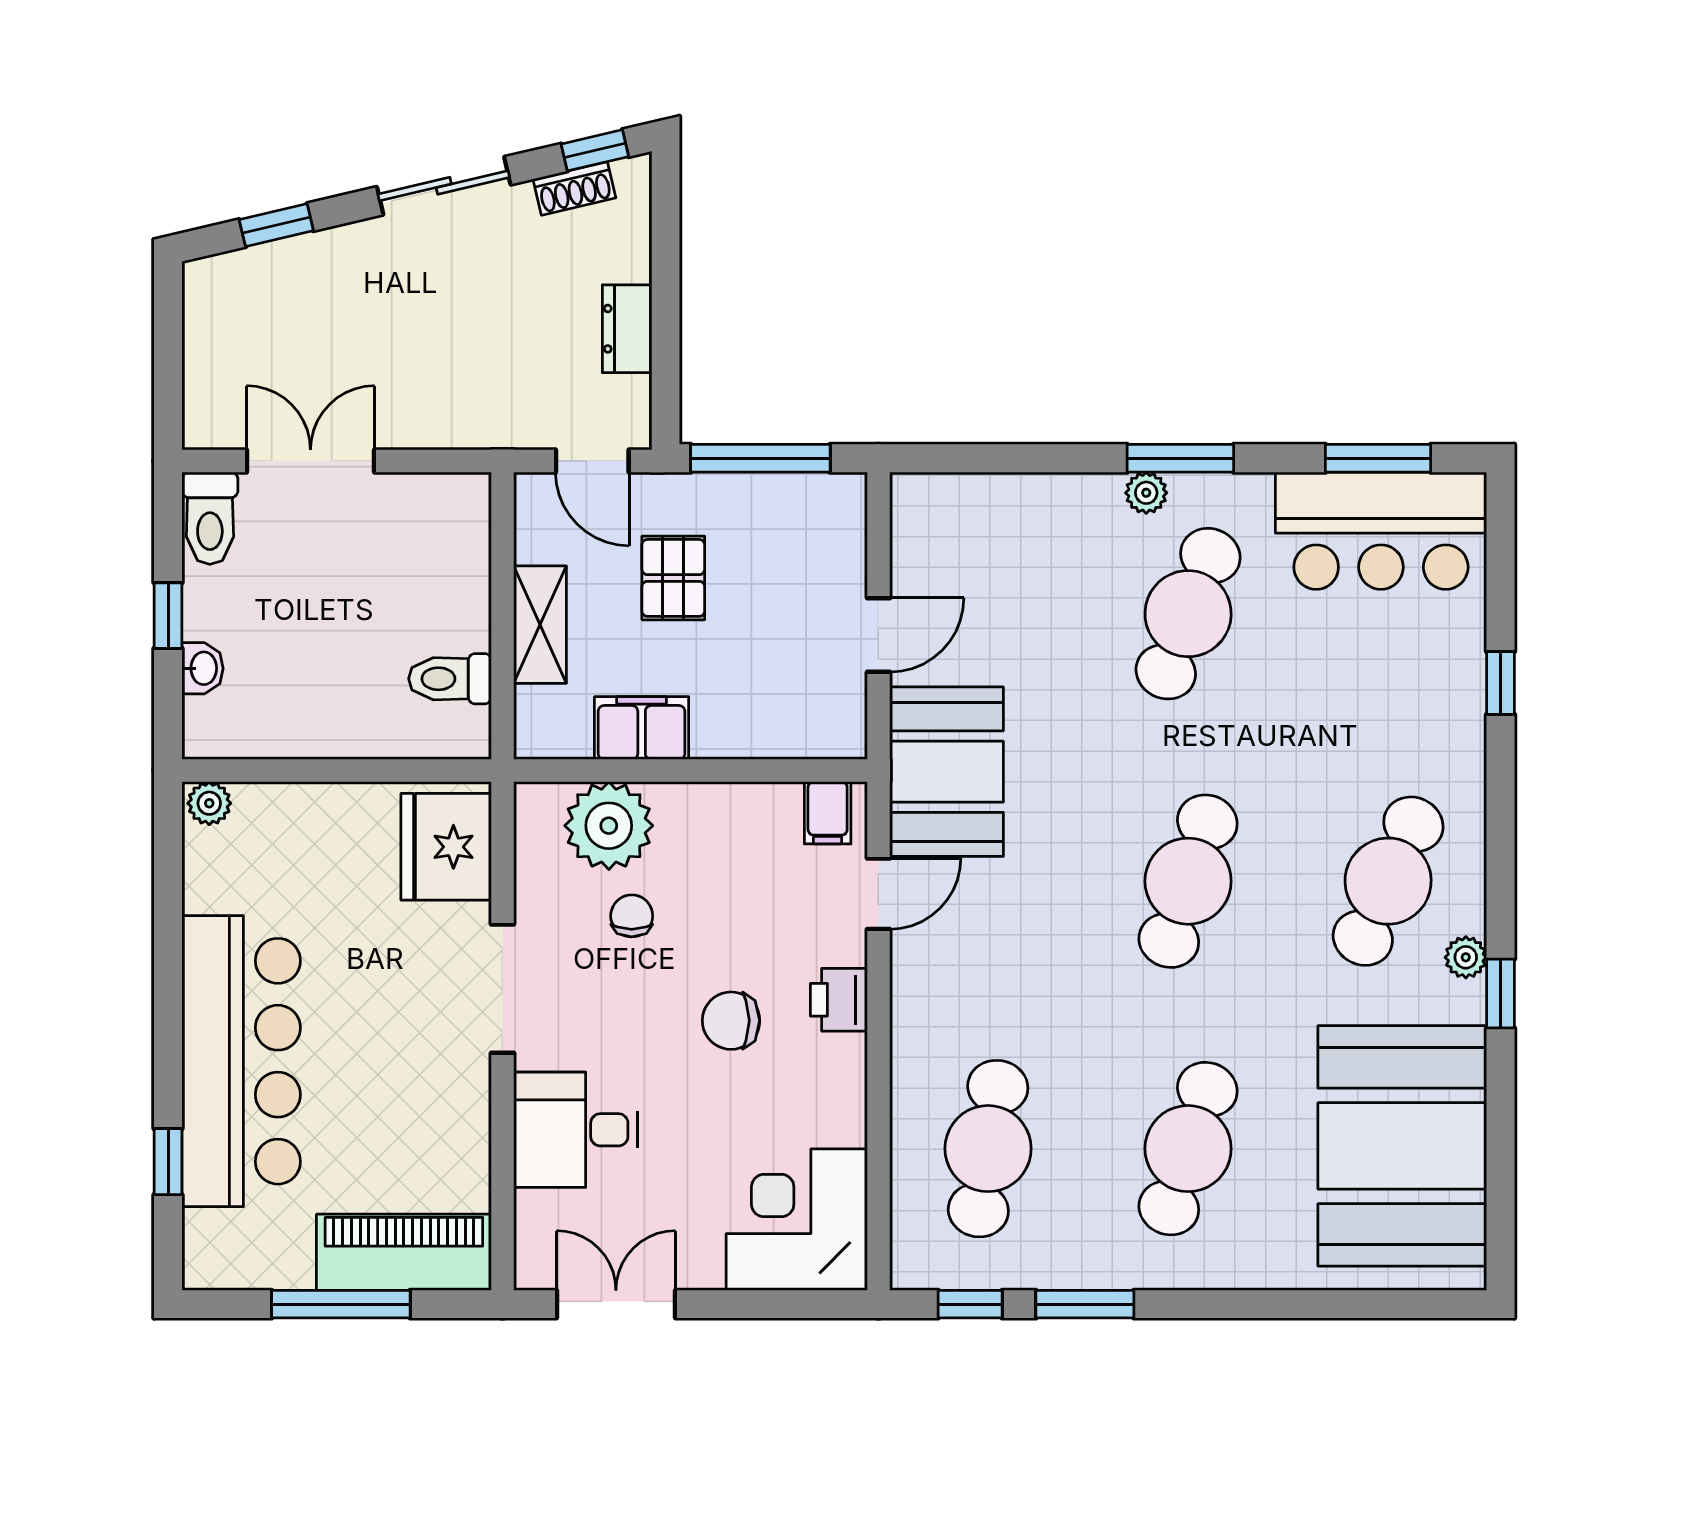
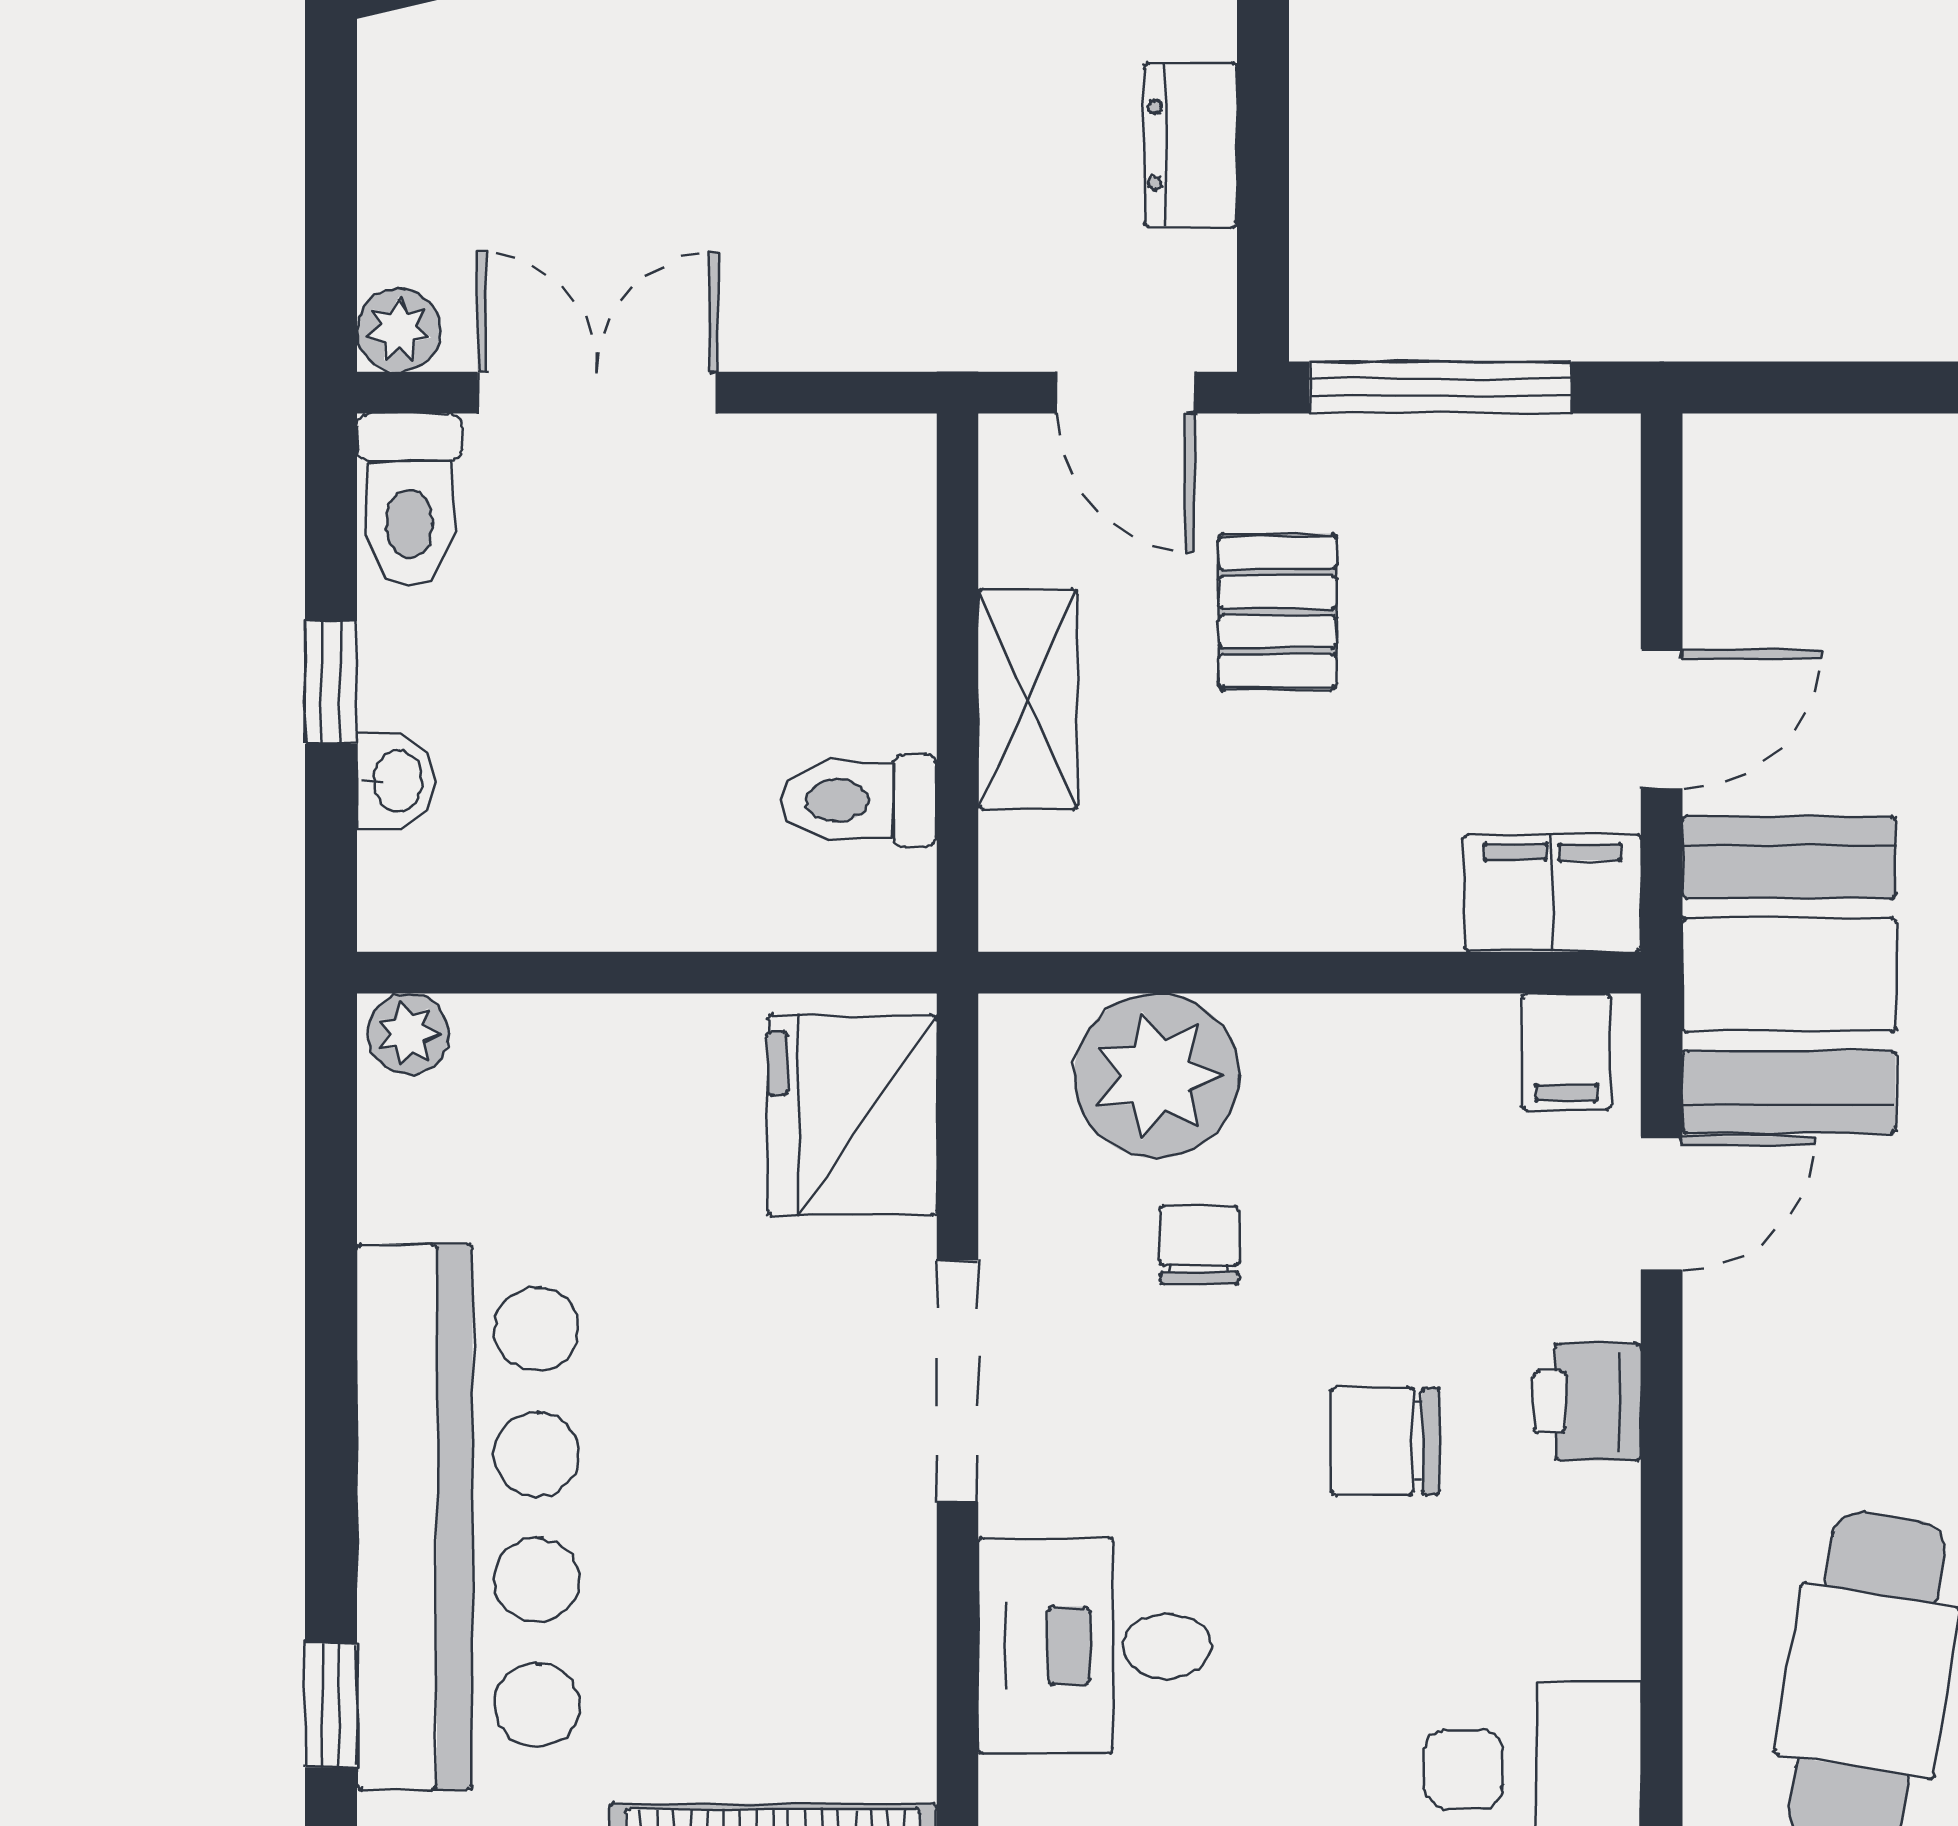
plant: (204, 428) -> (399, 330), added
filing cabinet: (642, 728) -> (1553, 893), moved

